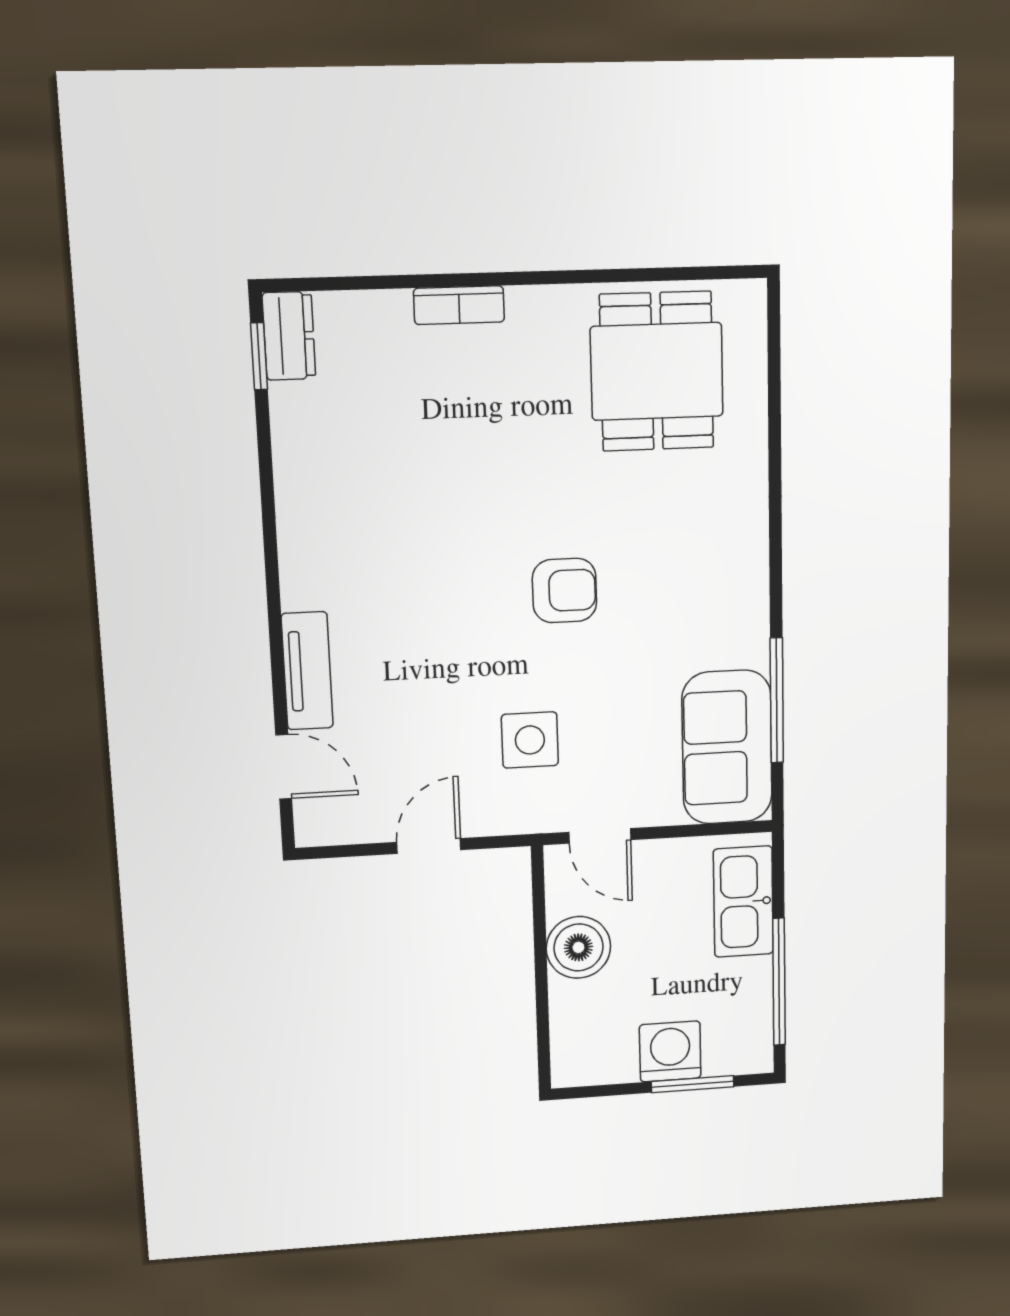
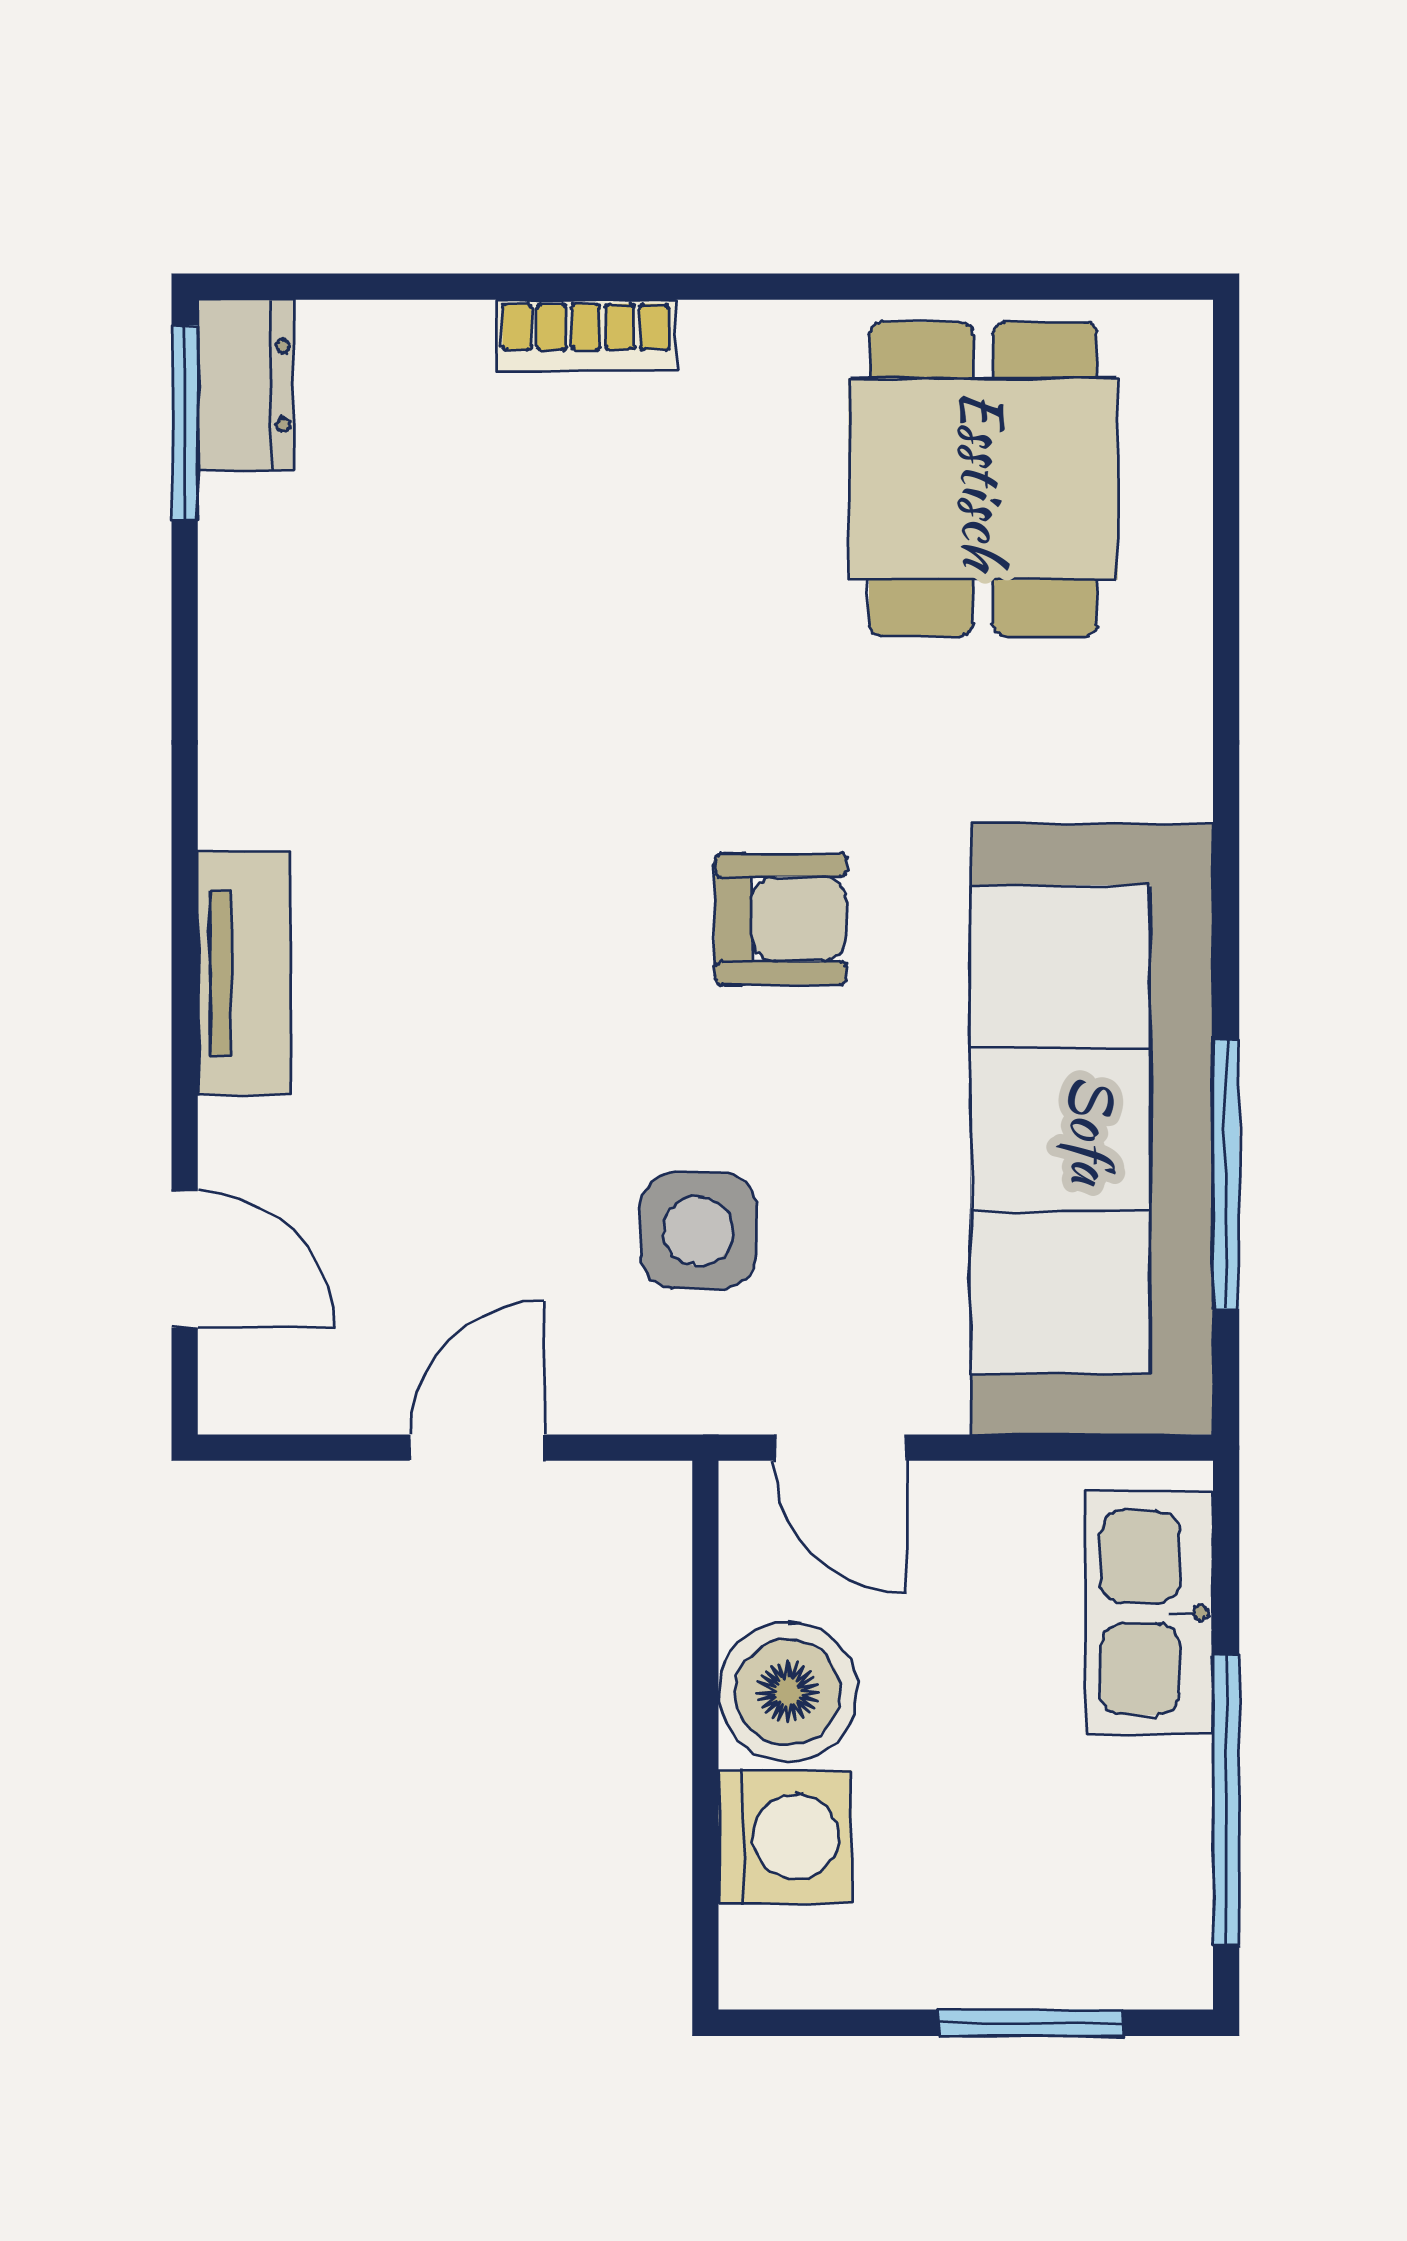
window: (259, 356) -> (185, 423), width x1.50
tv unit: (307, 671) -> (244, 973), moved
sofa: (727, 747) -> (1092, 1129), width x1.85, depth x1.27
washing machine: (670, 1051) -> (785, 1837), moved, turned 90

